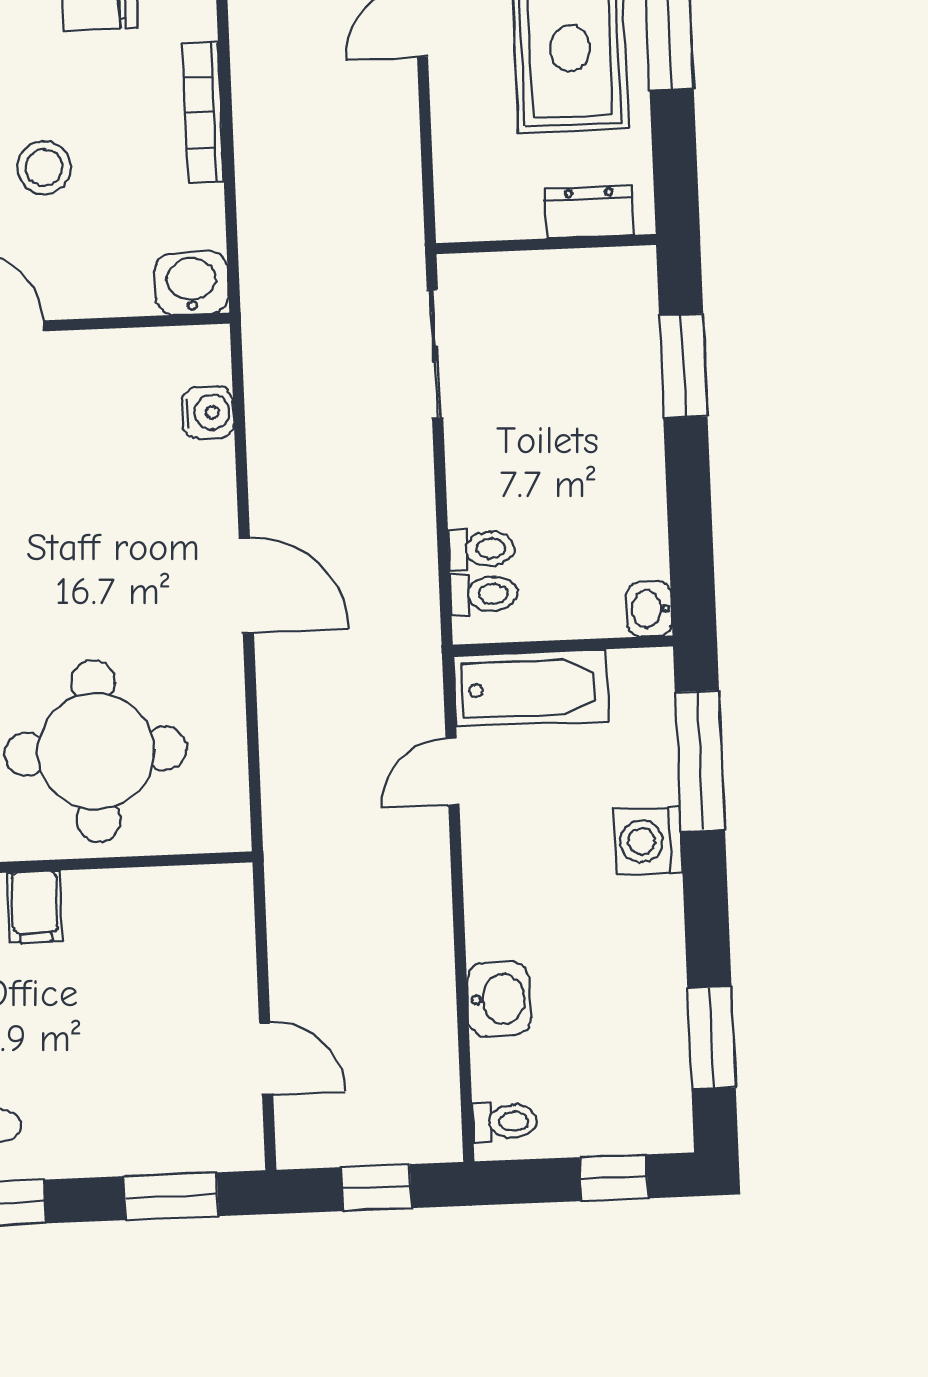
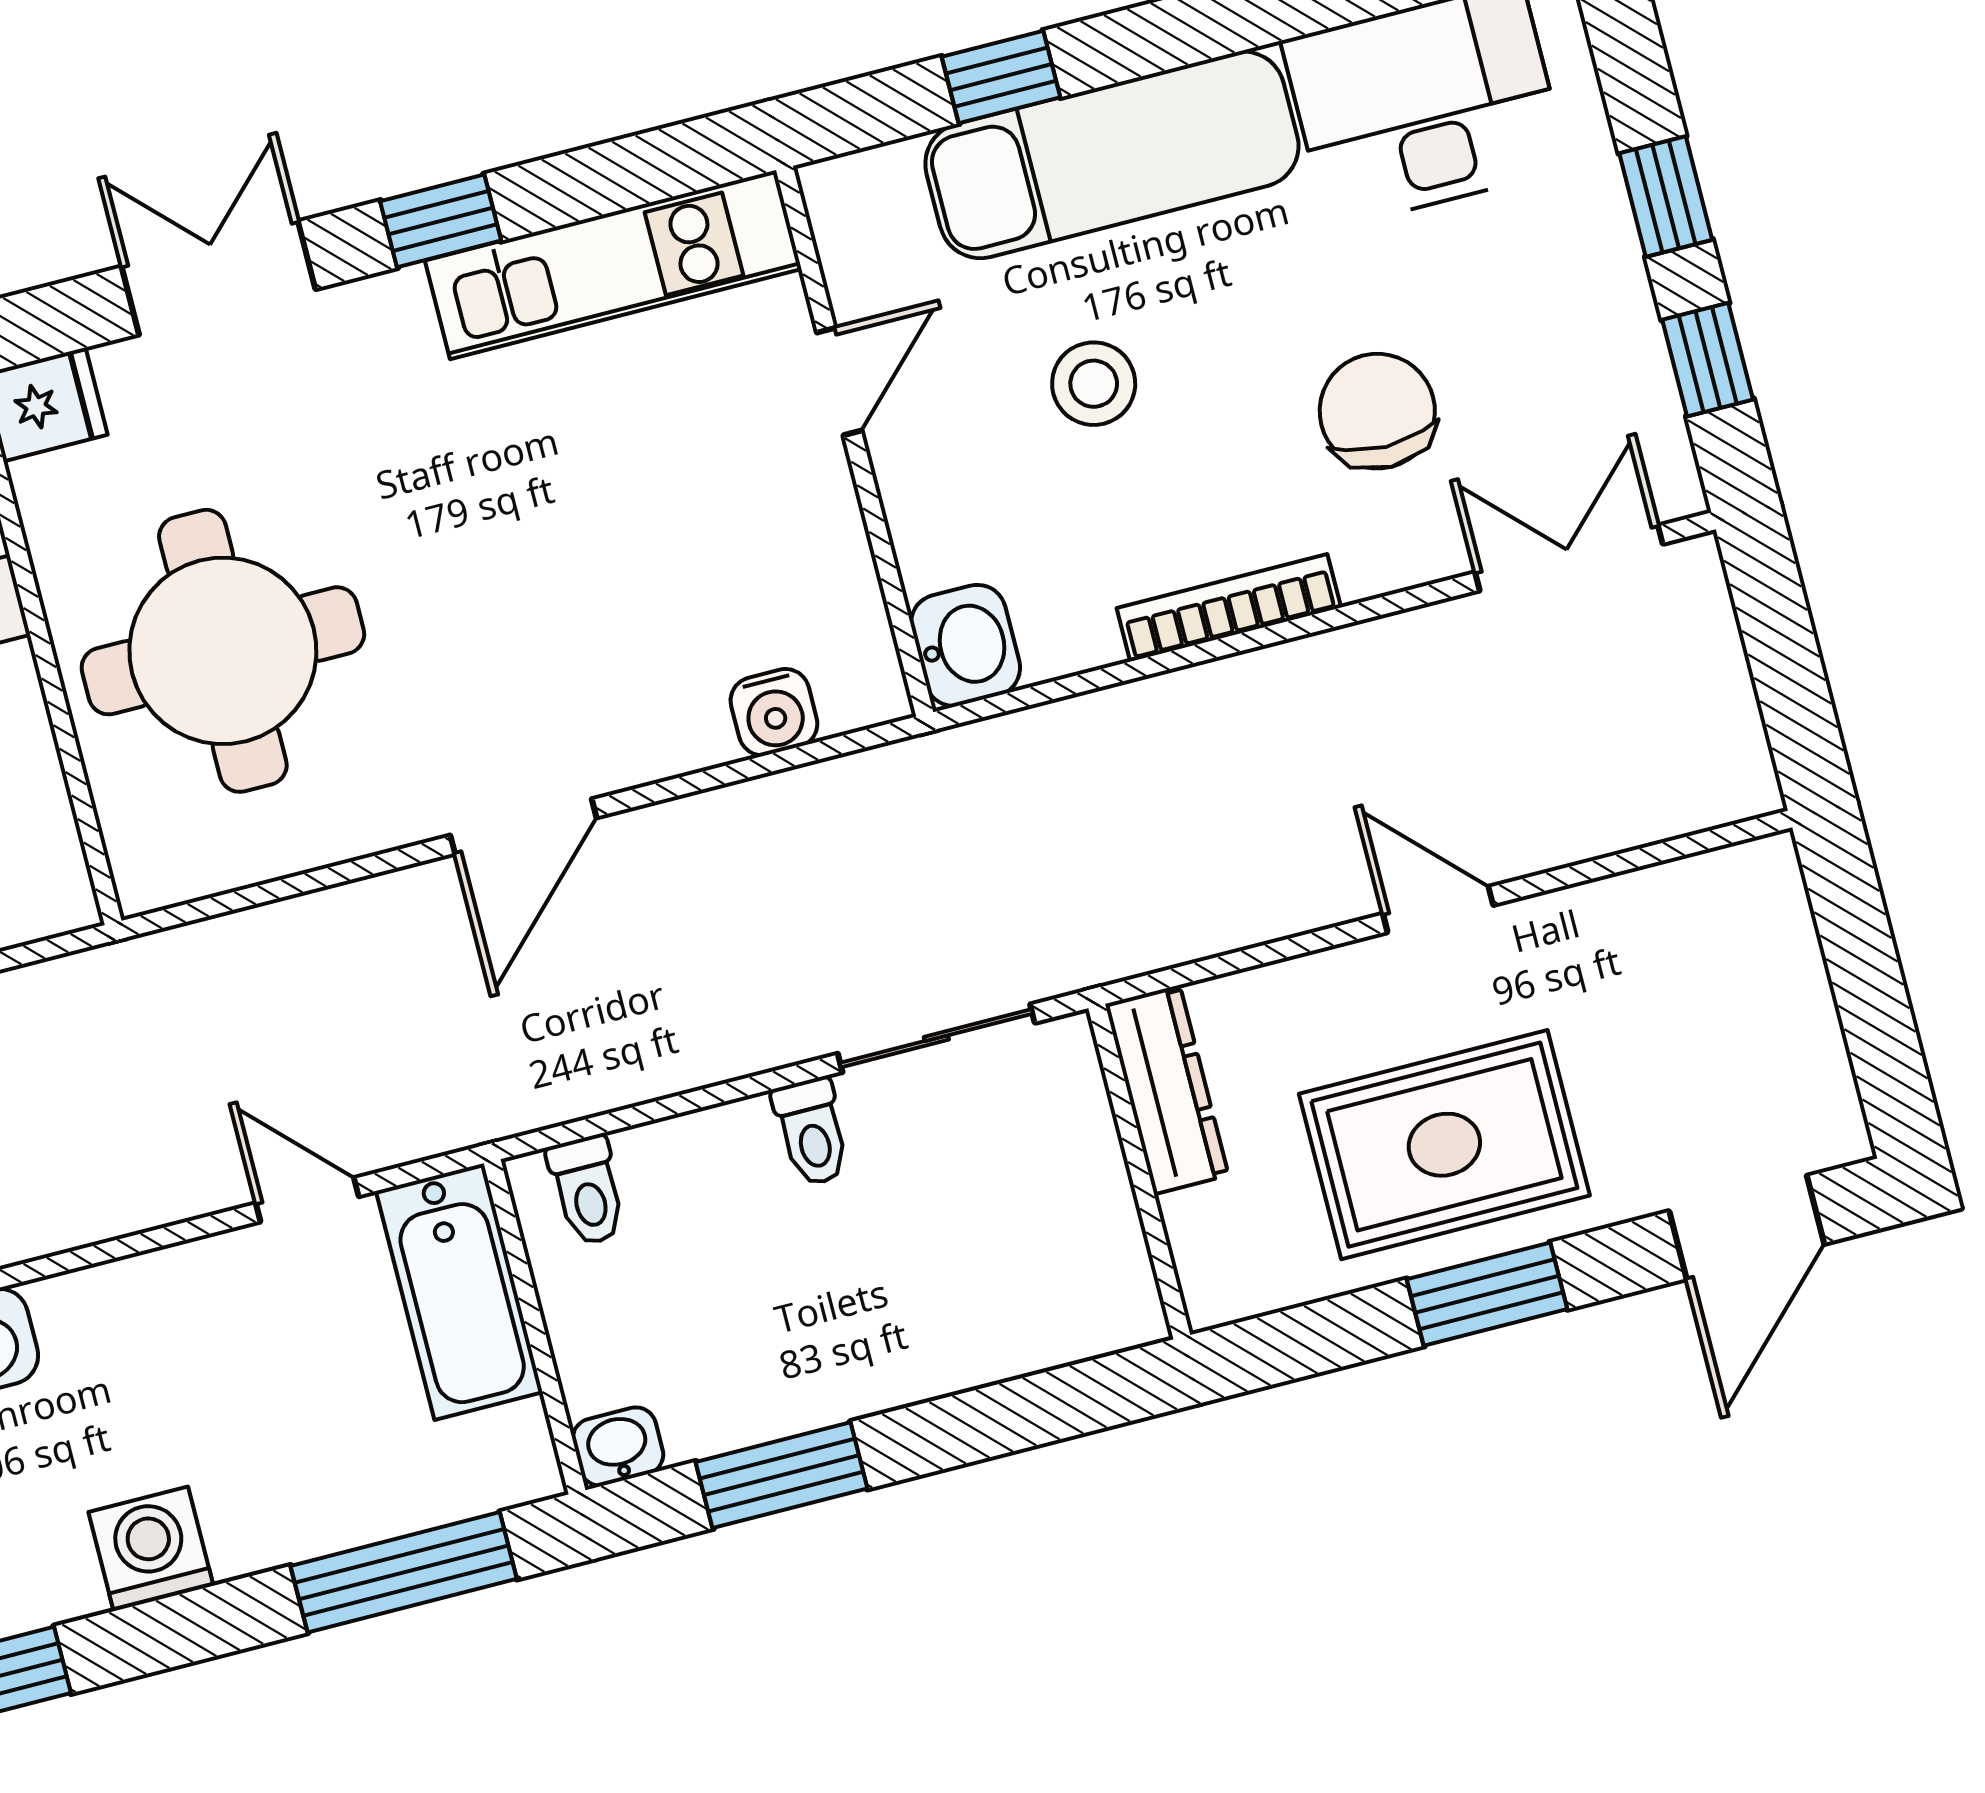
dresser: (589, 212) -> (1167, 1090), moved, width x1.44
window: (683, 366) -> (782, 1475), moved
toilet: (482, 549) -> (812, 1132), moved
washing machine: (648, 841) -> (151, 1549), moved

